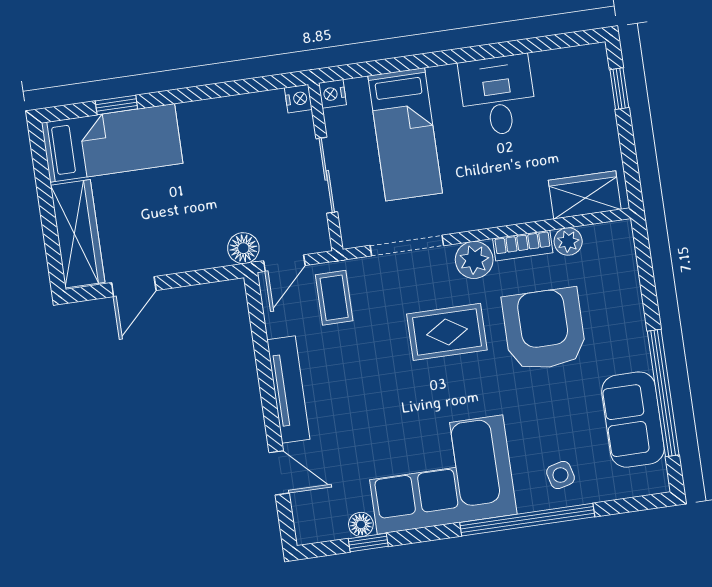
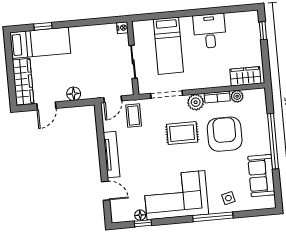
nightstand: (332, 94) -> (138, 26), removed
floor lamp: (243, 248) -> (74, 94), moved
window: (663, 393) -> (273, 141), moved
window: (527, 520) -> (213, 217), width x0.68

